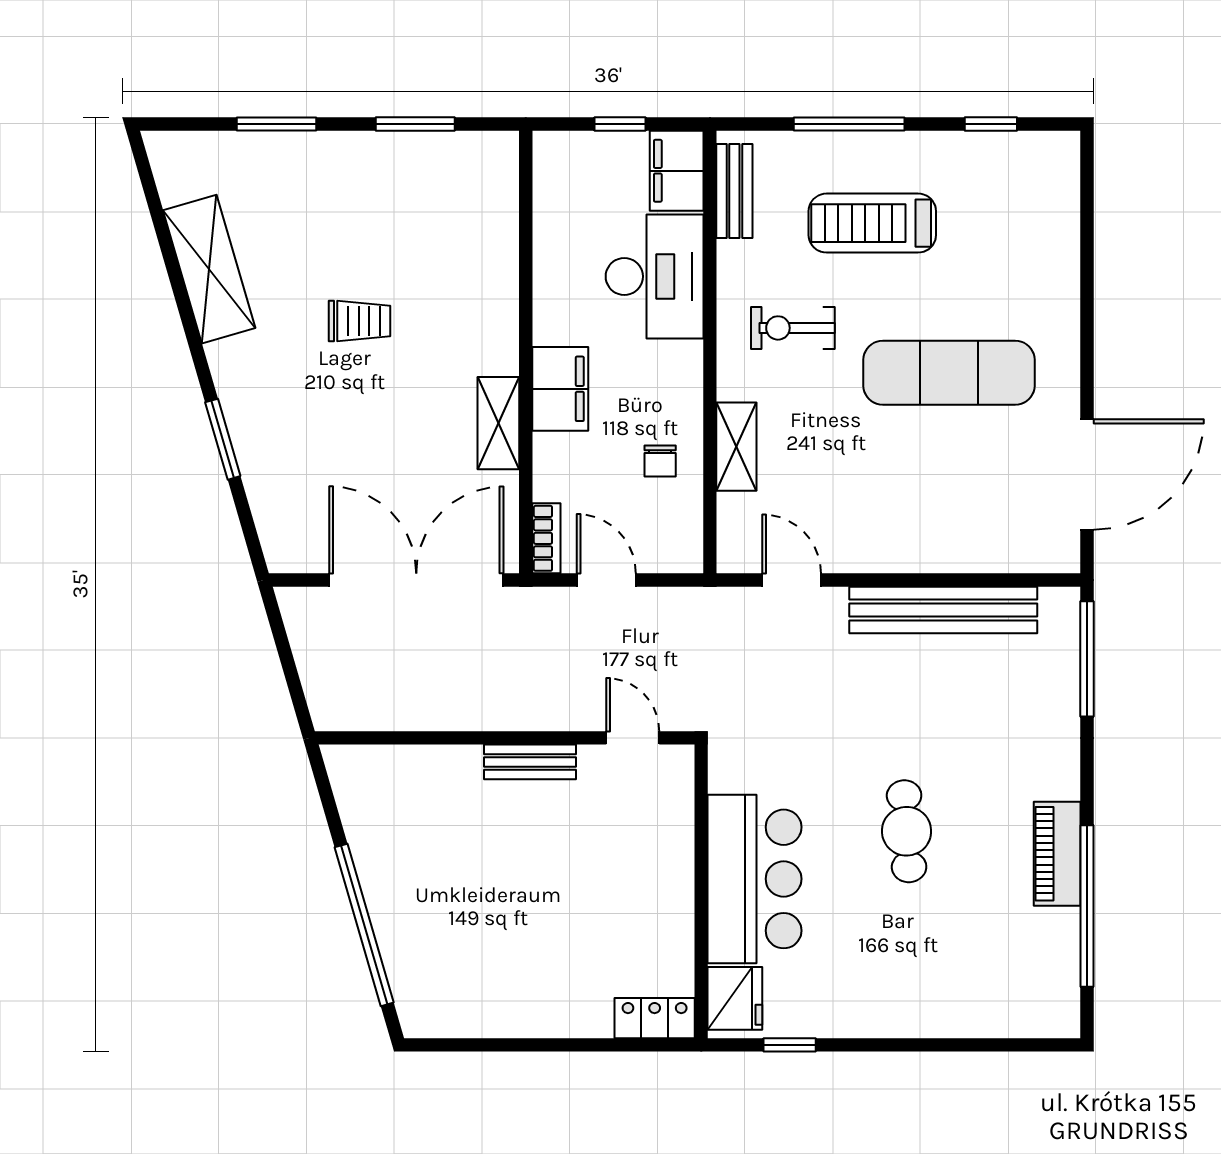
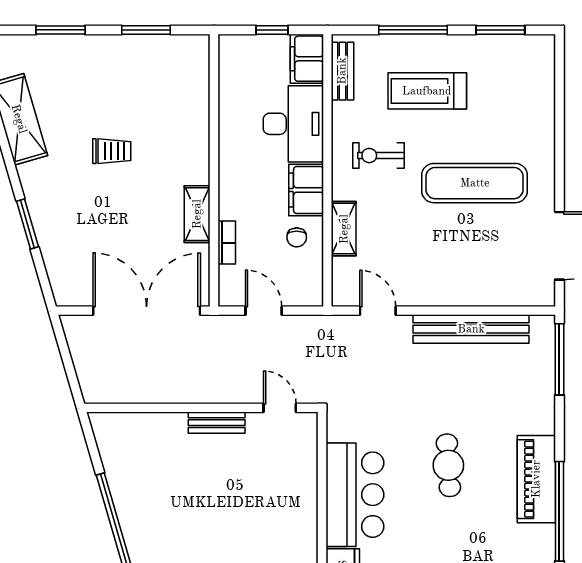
window: (991, 124) -> (500, 30), width x1.50
filing cabinet: (560, 389) -> (306, 190), moved, turned 180
bookcase: (546, 538) -> (227, 243), moved
piano: (1057, 854) -> (536, 479), width x1.37, depth x1.33

